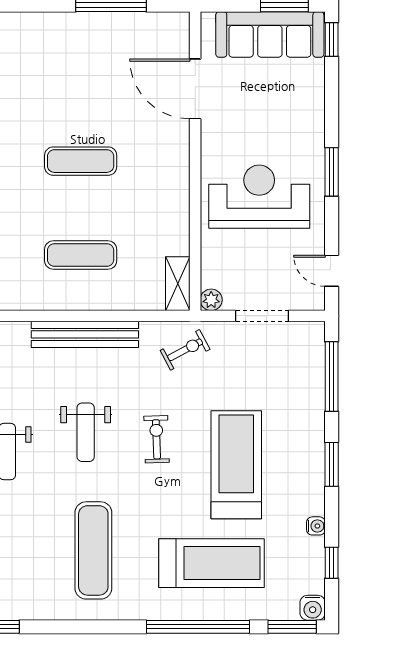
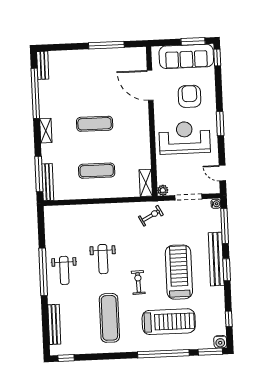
armchair: (273, 115) -> (190, 96), added
bench: (85, 334) -> (216, 259), moved, turned 90
exercise bike: (157, 439) -> (138, 282), moved
water cooler: (316, 526) -> (216, 204), moved

